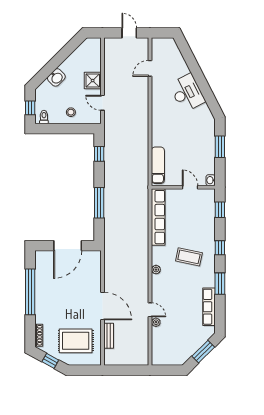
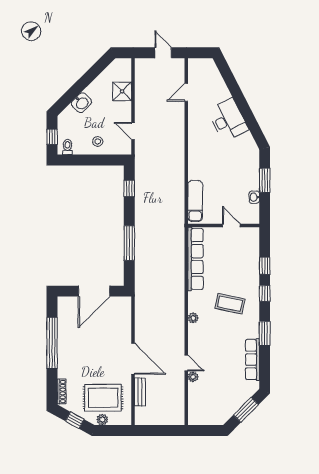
shower: (93, 81) -> (122, 91), moved
washbasin: (211, 180) -> (254, 197), moved
window: (220, 210) -> (265, 266), moved
plant: (75, 360) -> (102, 420), added

